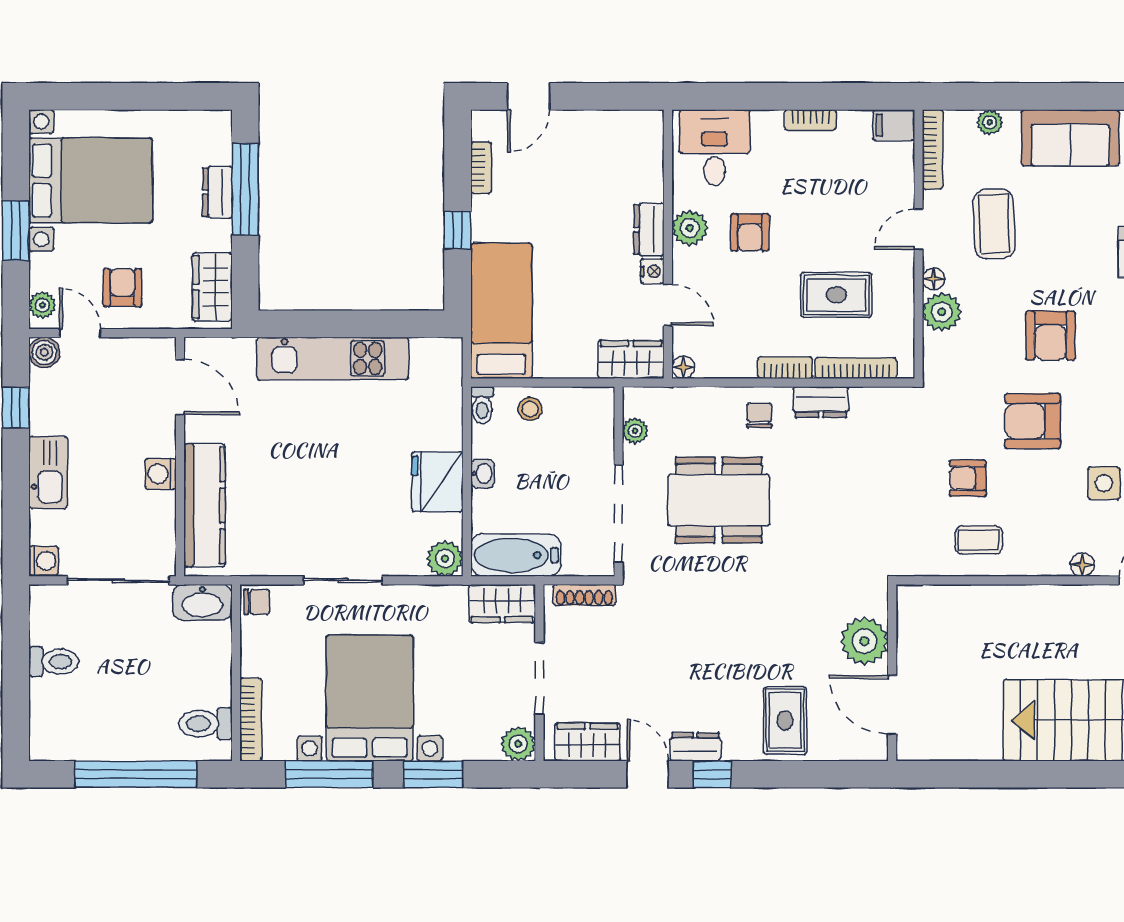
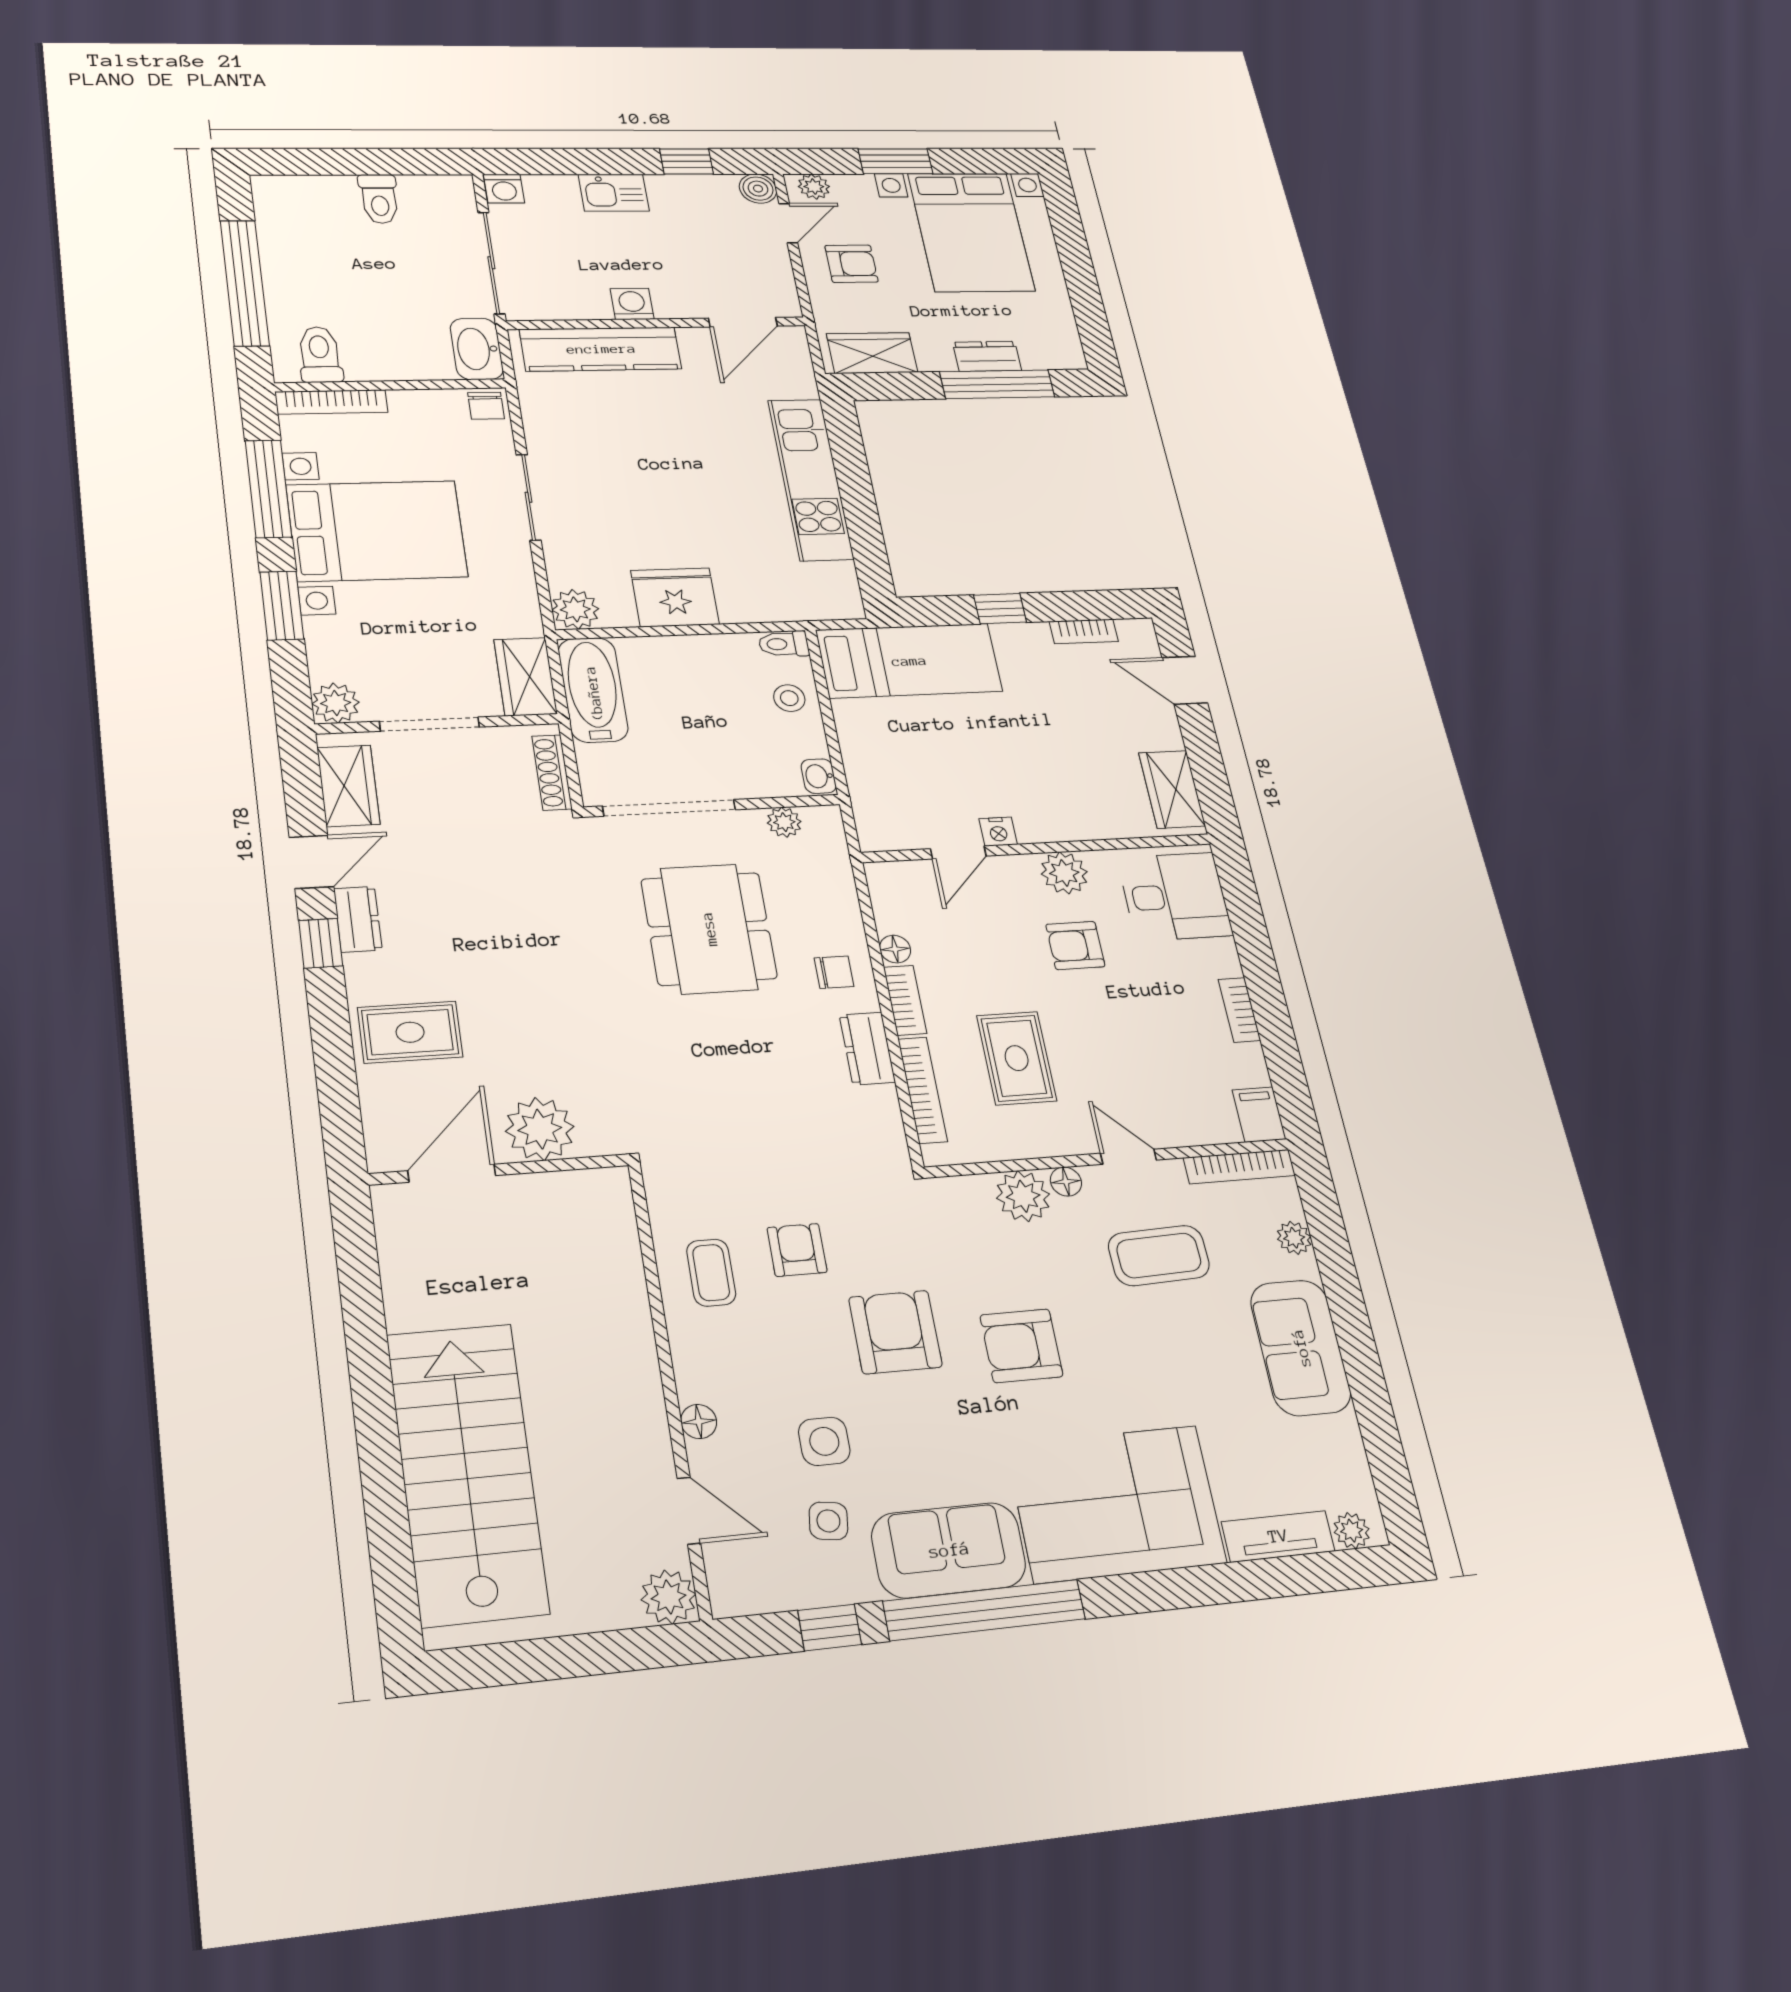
dresser: (649, 229) -> (1051, 825), removed
wardrobe: (631, 359) -> (1172, 789), moved, turned 180
floor lamp: (683, 367) -> (895, 949), moved
kitchen sink: (48, 472) -> (614, 193), width x0.73
washbasin: (483, 474) -> (819, 776), moved, turned 90

